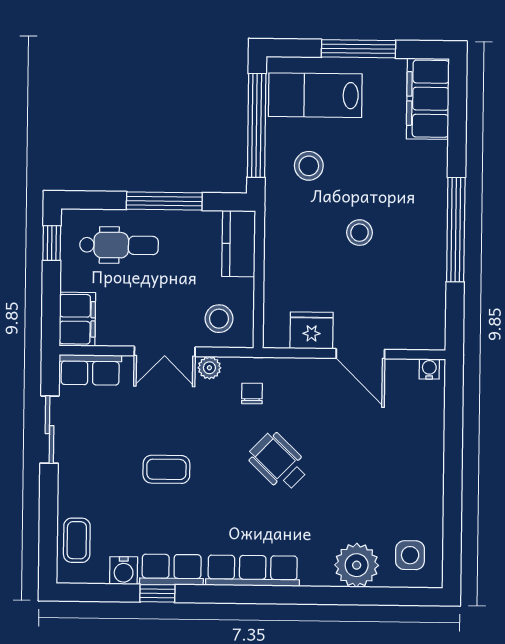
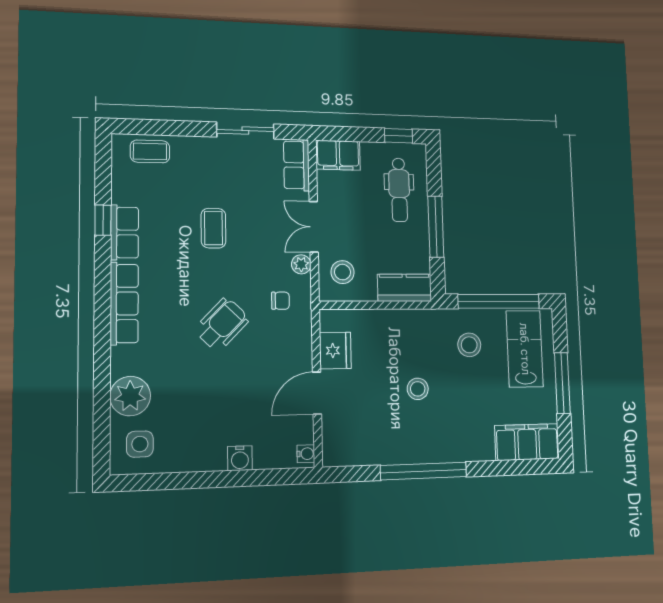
water cooler: (124, 571) -> (240, 458), moved, turned -90

